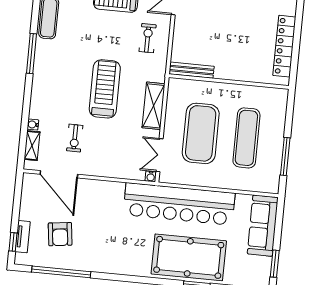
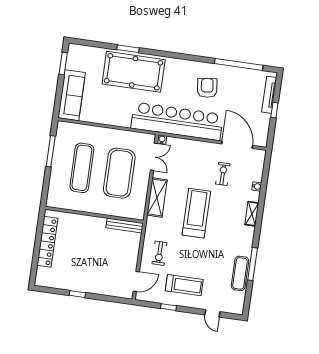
window: (32, 54) -> (253, 264), moved
treadmill: (105, 89) -> (196, 213), turned 180
shelving: (32, 146) -> (252, 214), moved
bar counter: (179, 204) -> (177, 121), moved
armchair: (60, 234) -> (207, 88), moved
tv unit: (23, 237) -> (269, 95), width x1.41
window: (13, 242) -> (274, 110), moved

